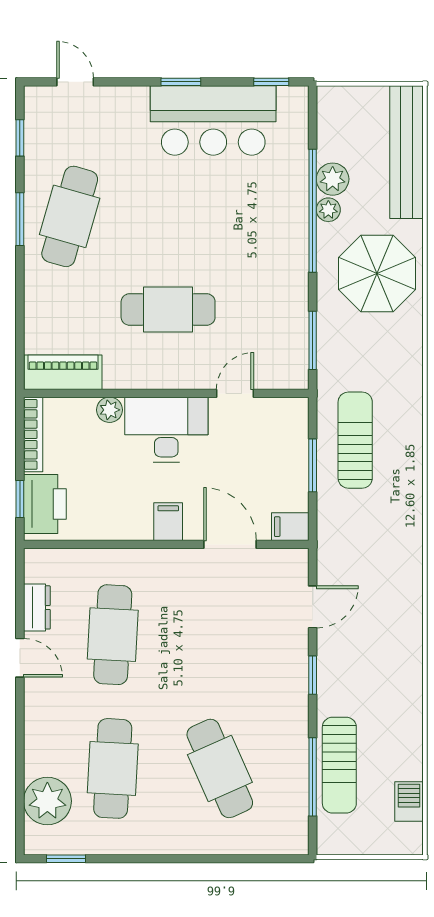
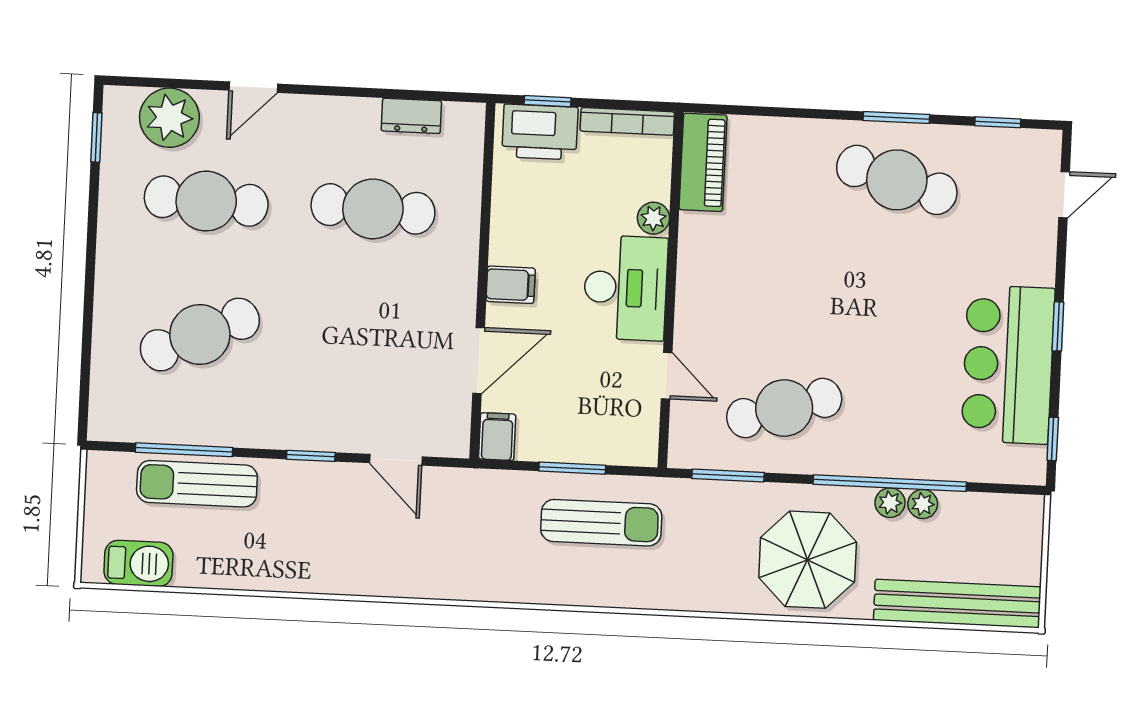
plant: (333, 179) -> (923, 504), width x0.73, depth x0.73
cafe table: (168, 309) -> (784, 408), moved, turned 73
door: (20, 658) -> (253, 87), moved
barbecue: (409, 802) -> (138, 563), width x1.38, depth x1.27

